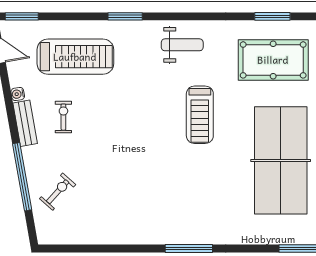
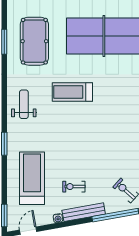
treadmill: (200, 115) -> (72, 92), turned 180
bench: (25, 123) -> (84, 212), width x1.36

